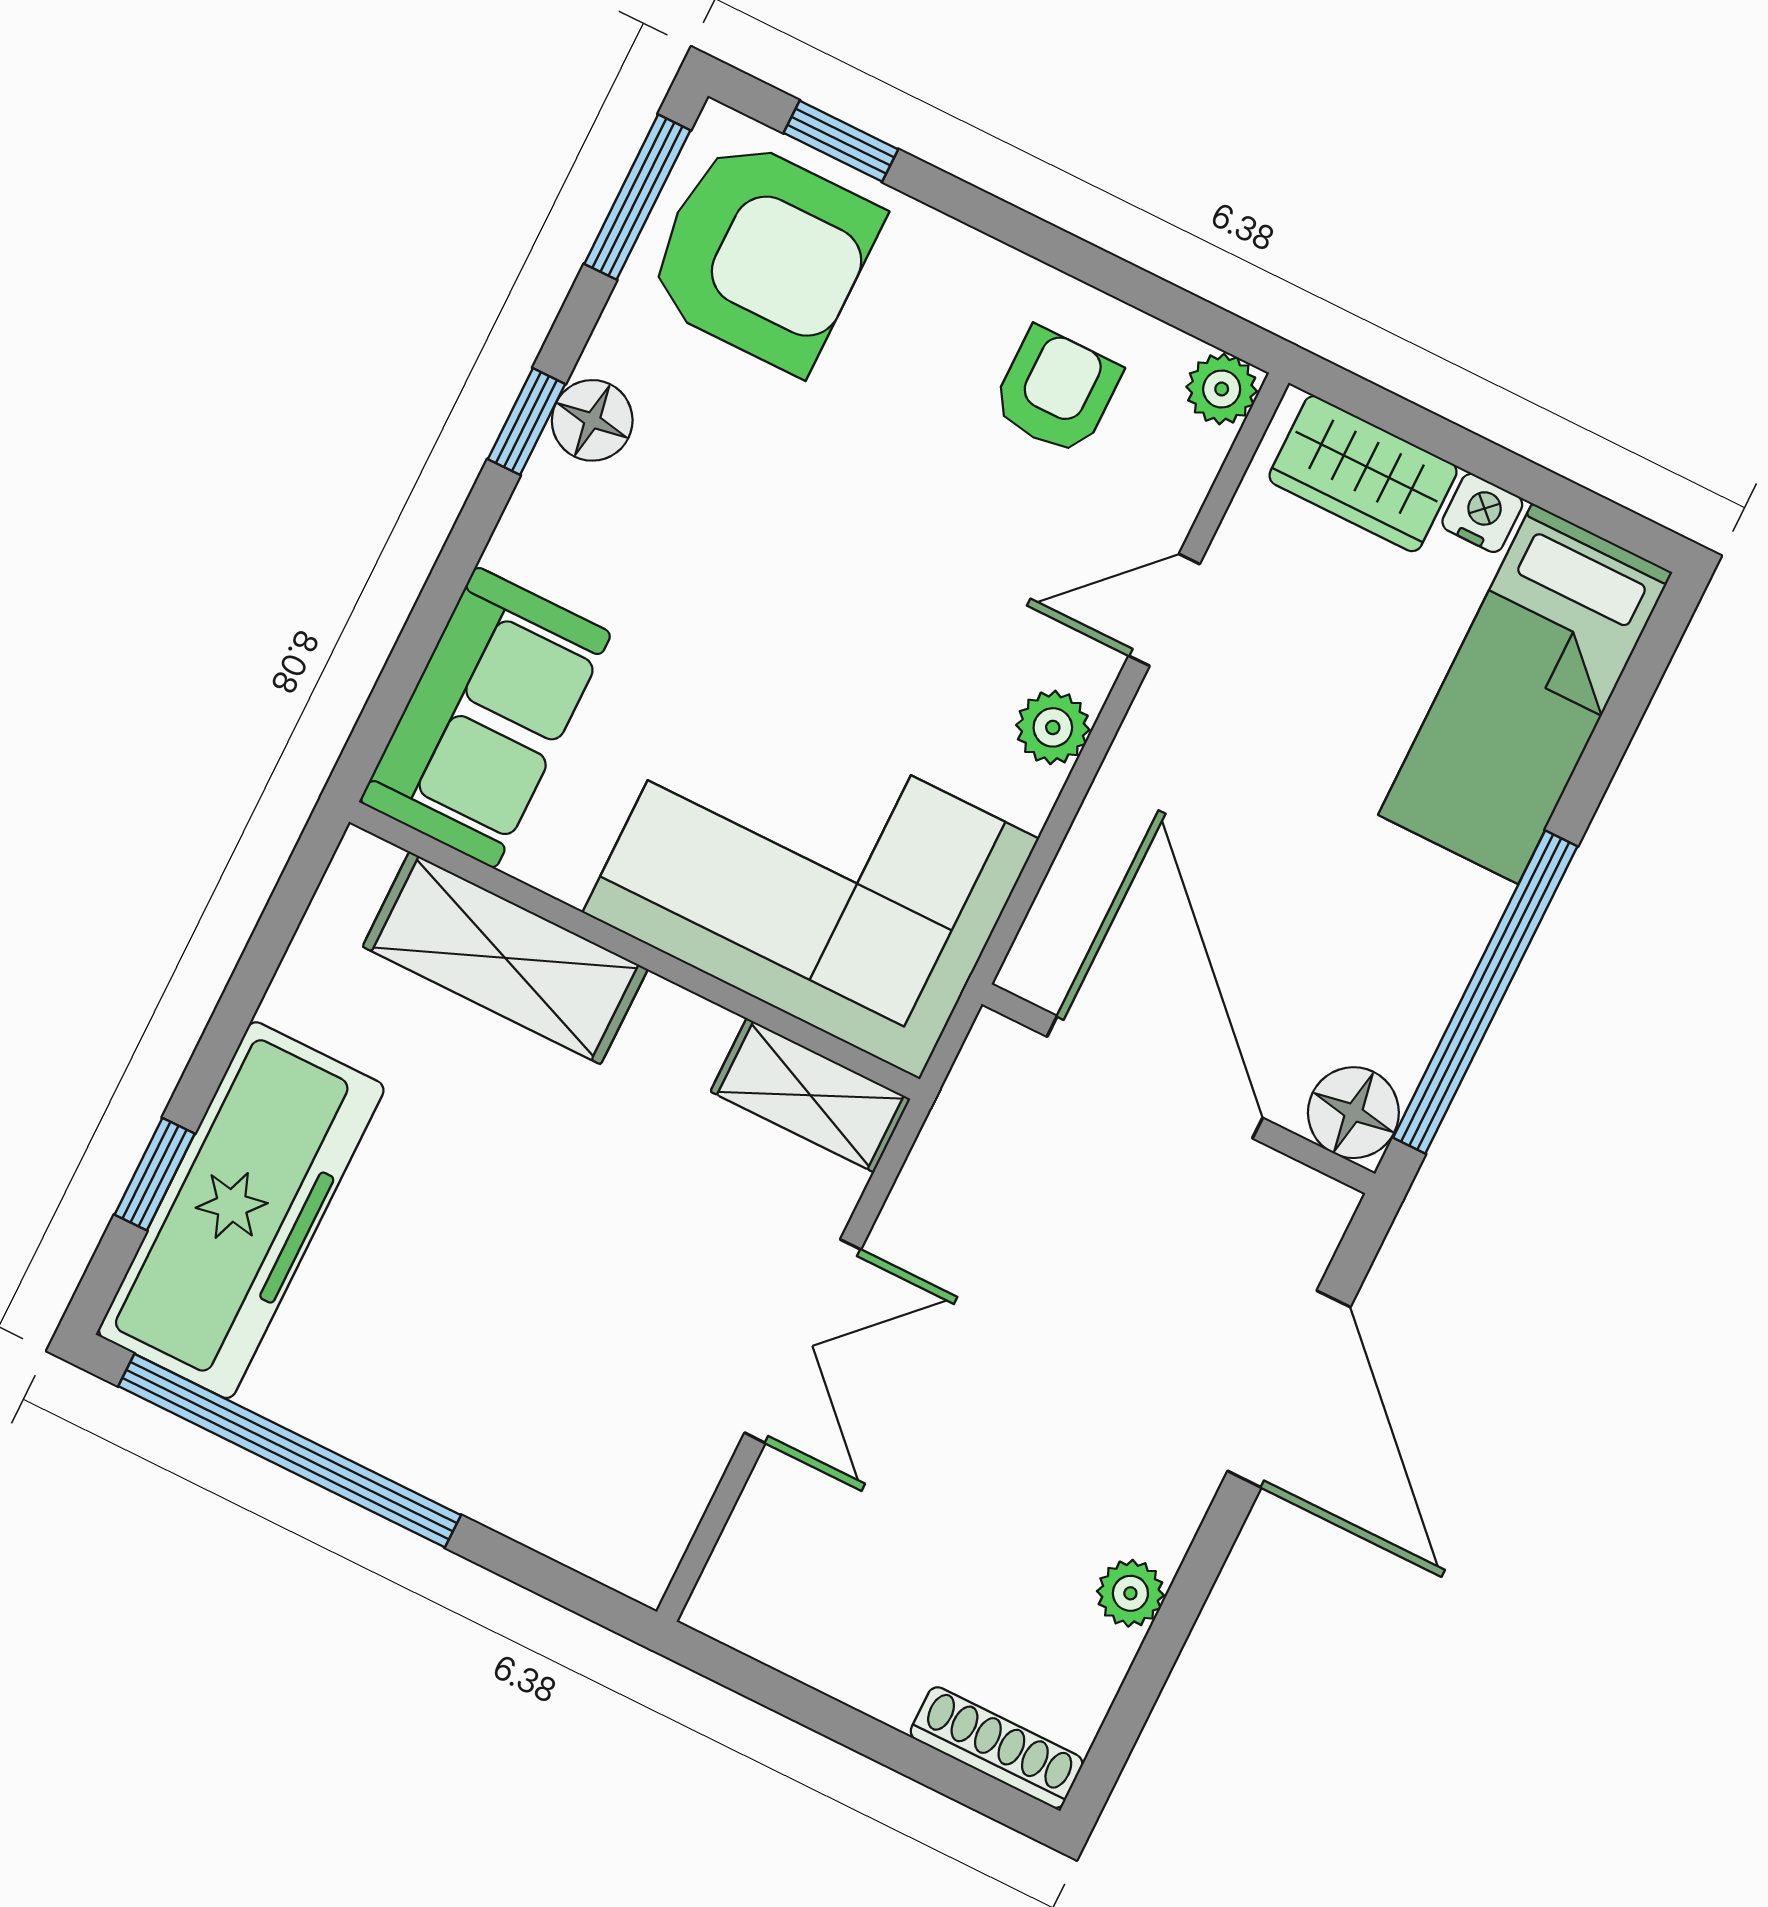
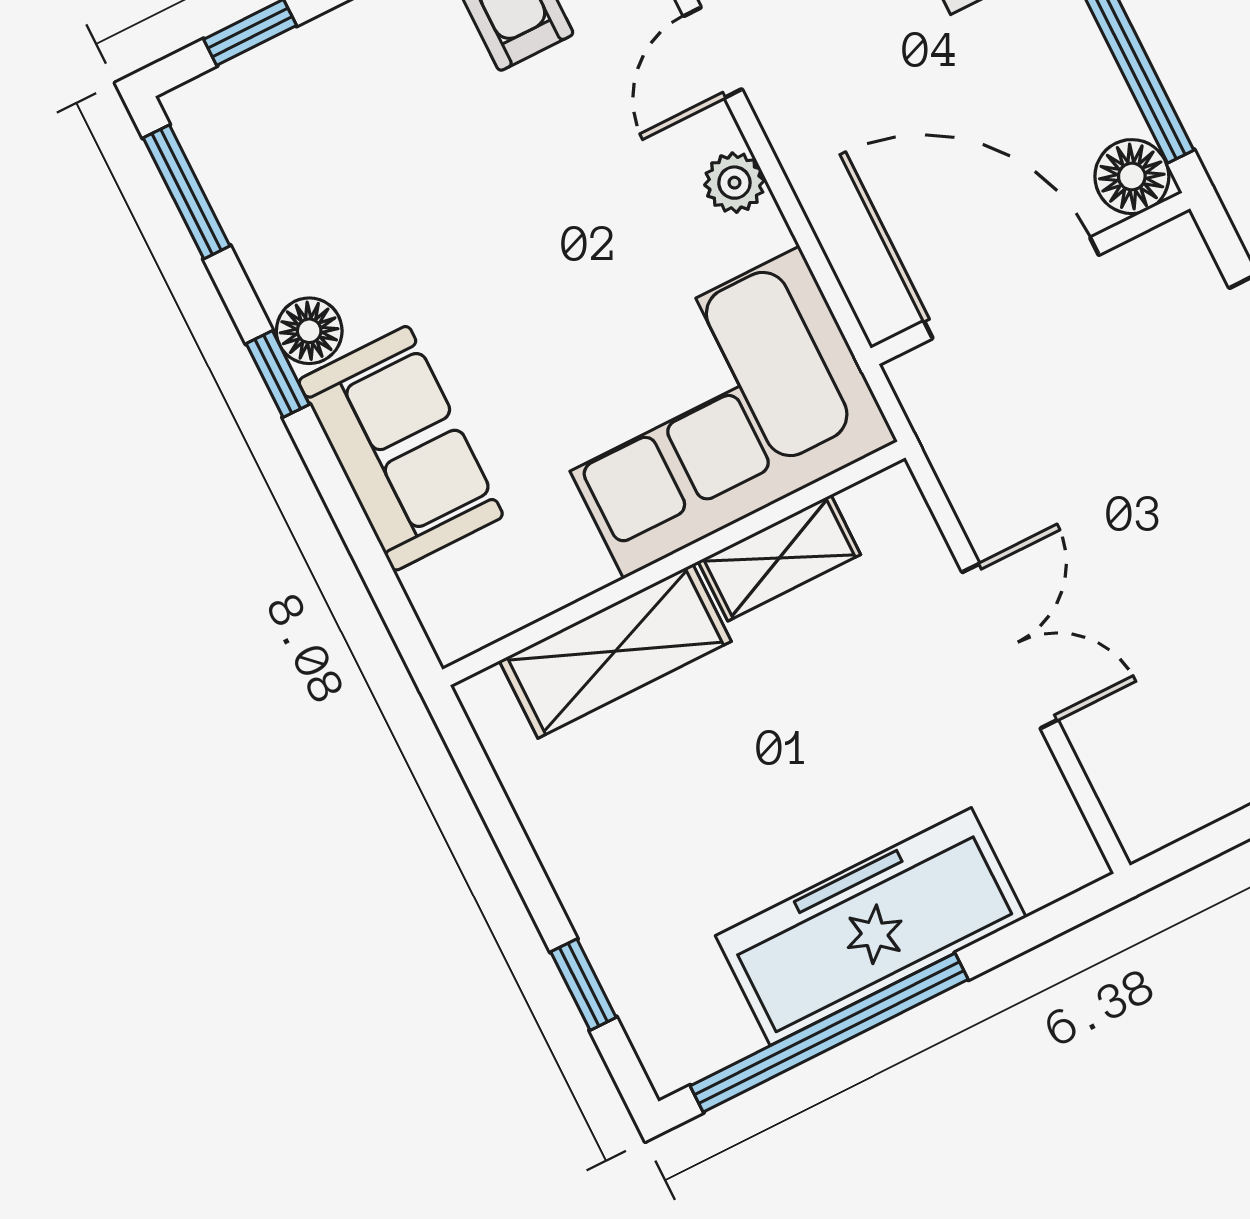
armchair: (763, 254) -> (285, 139), removed
sofa: (485, 718) -> (401, 448), moved
shelving: (810, 1095) -> (779, 558), moved
freezer: (241, 1210) -> (871, 927), moved, turned -90

